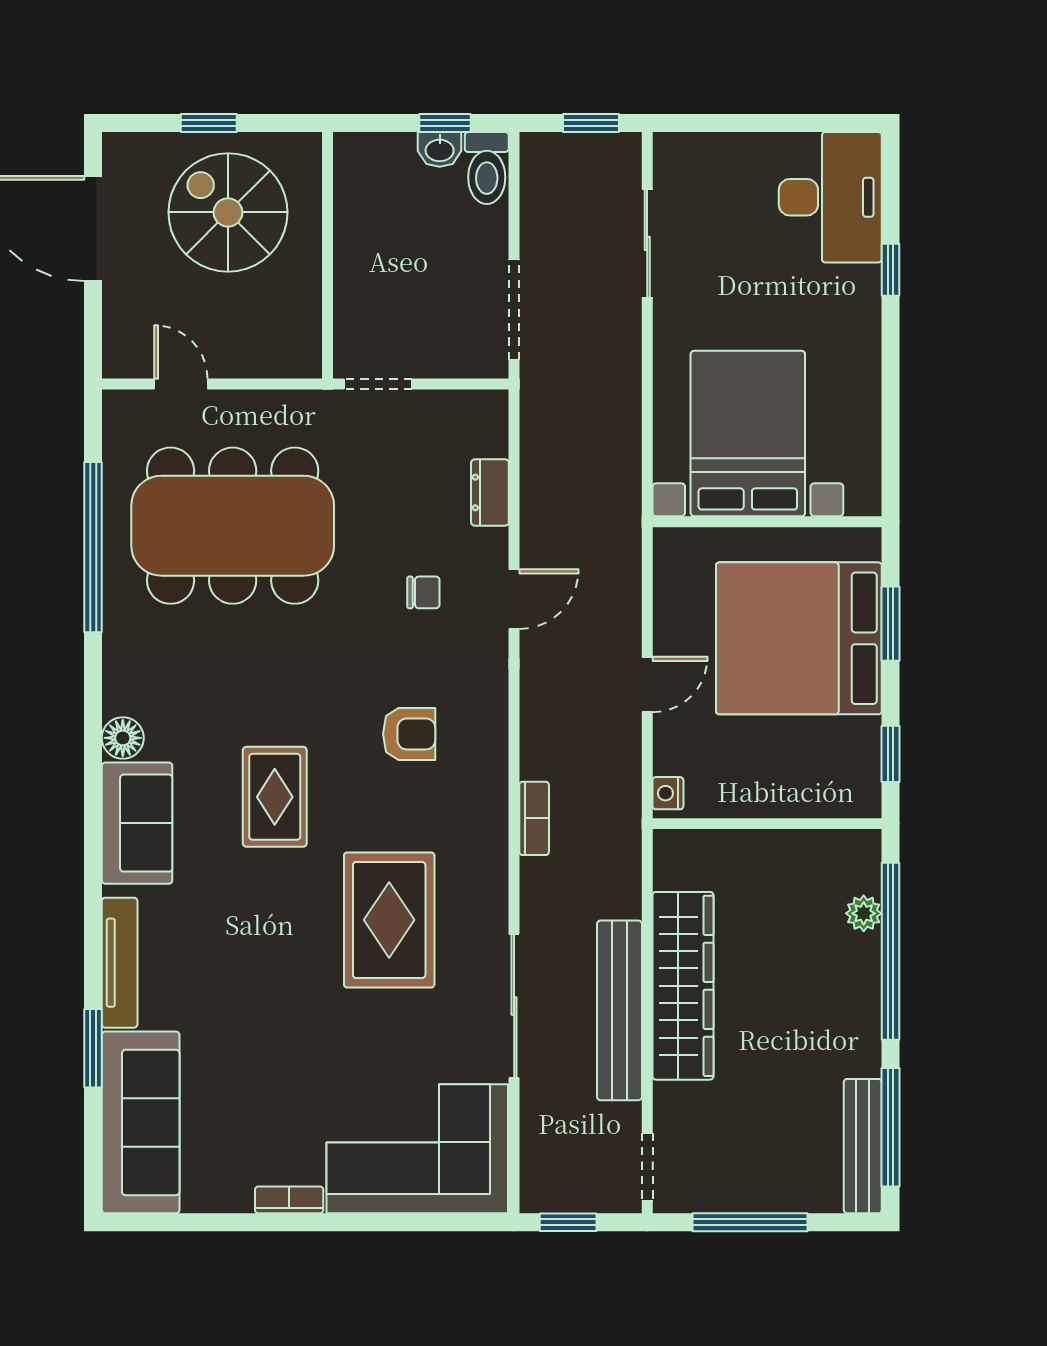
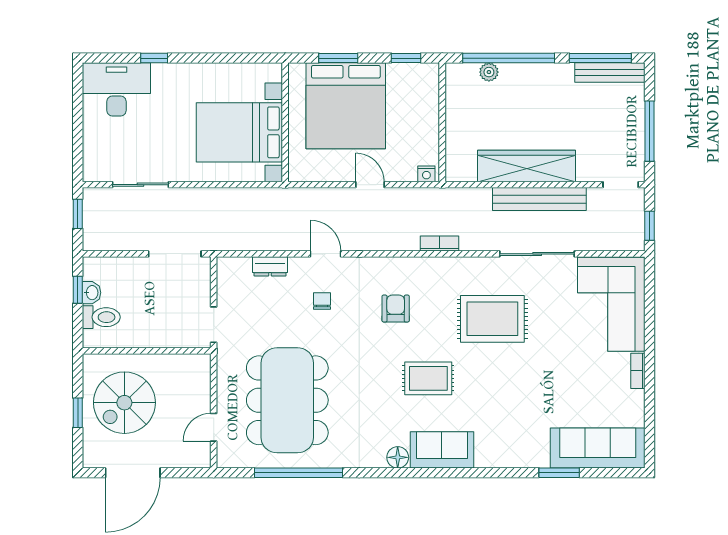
toilet: (487, 168) -> (101, 317), moved
tv unit: (120, 963) -> (515, 459), removed

